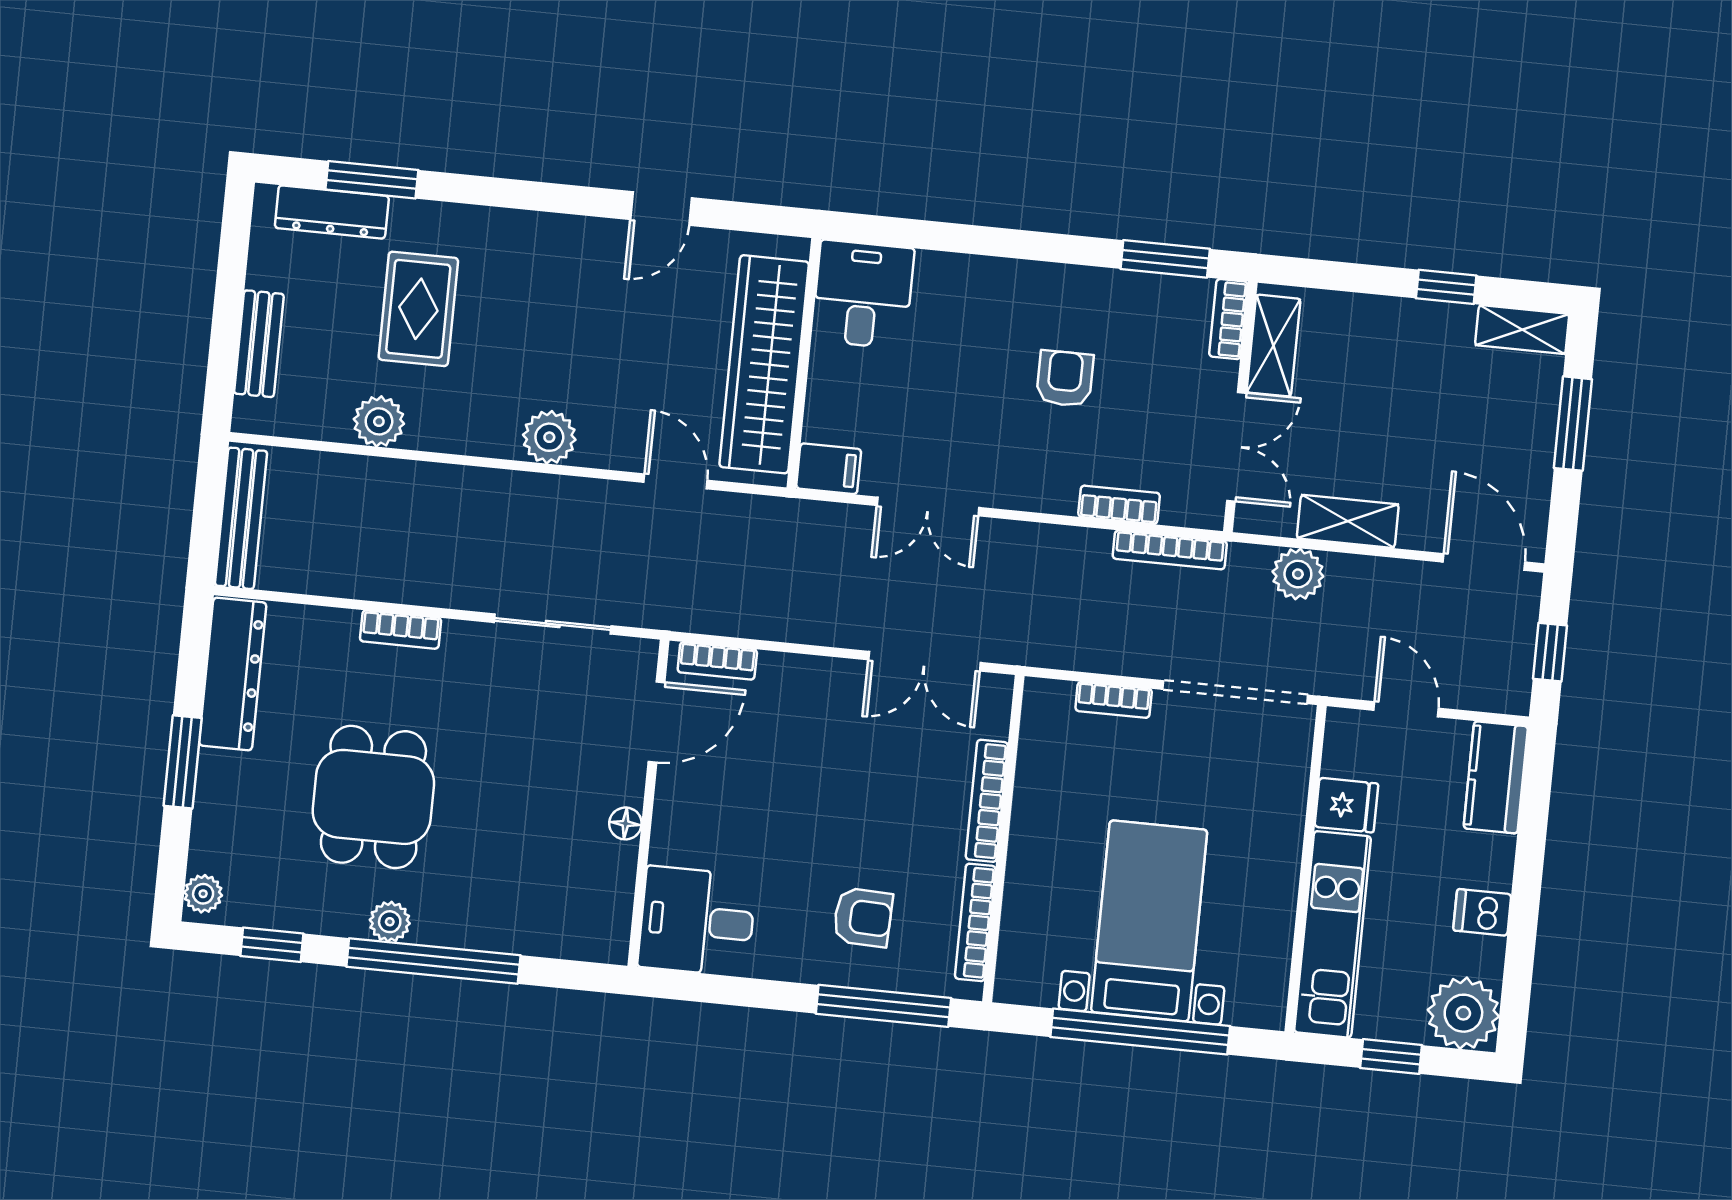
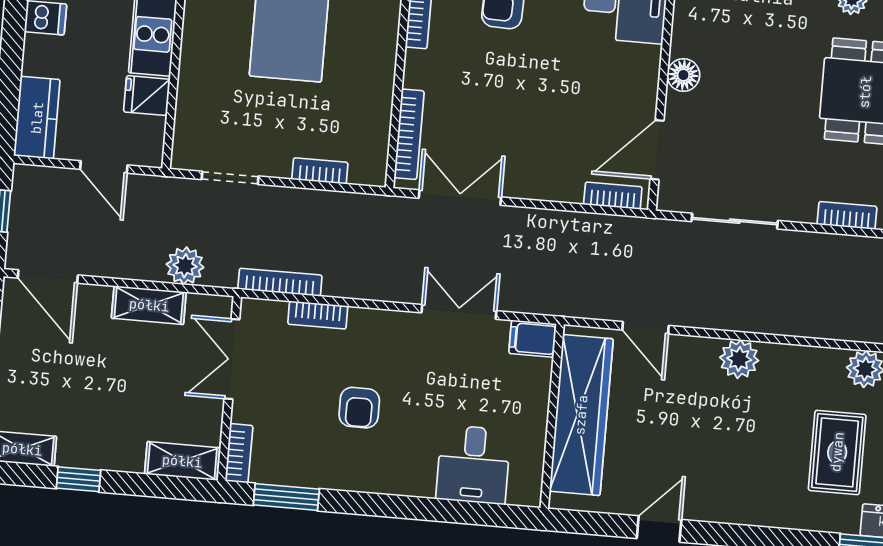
desk: (863, 294) -> (473, 465), moved
shelving: (1274, 346) -> (182, 461), moved, turned 90
doorway: (1235, 692) -> (230, 178), width x0.53
bookcase: (987, 801) -> (409, 134), moved
floor lamp: (625, 823) -> (683, 75), width x1.37, depth x1.37

